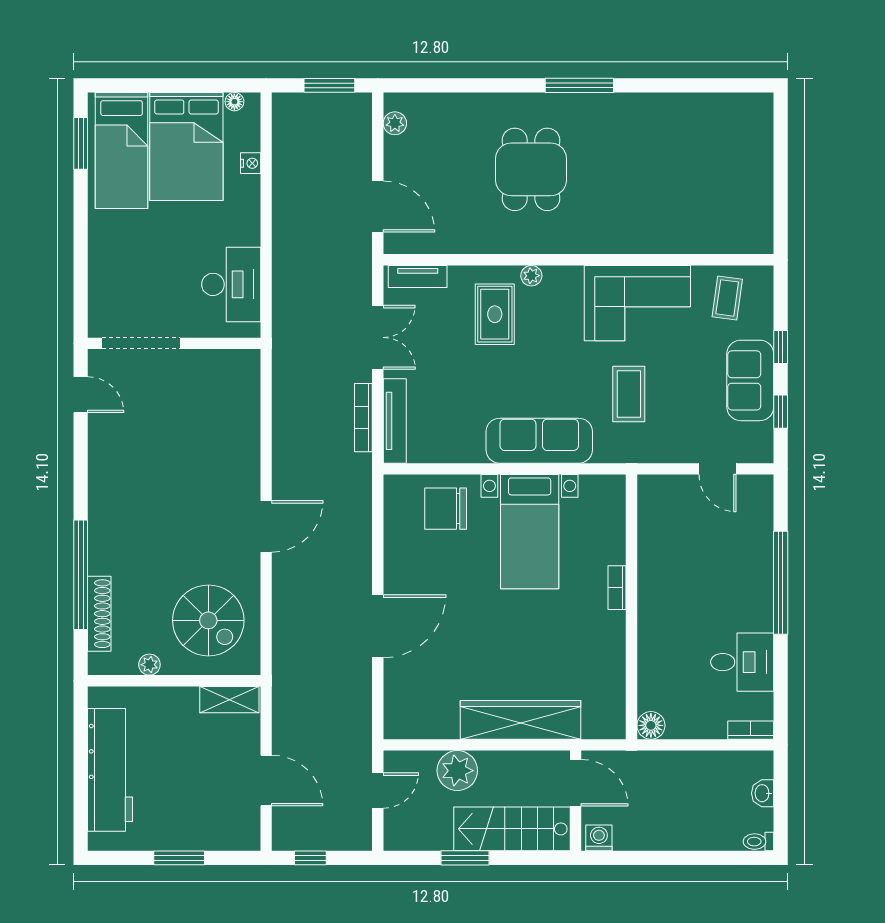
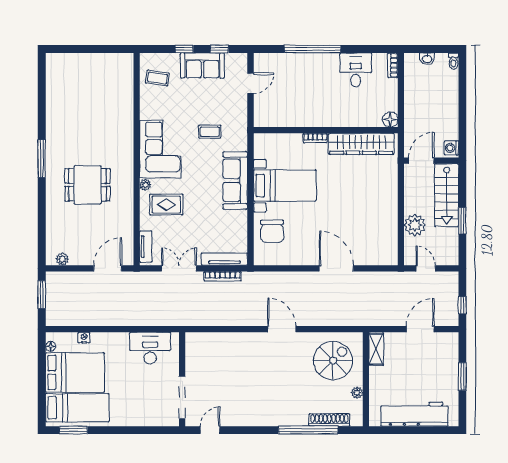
corner sofa: (637, 303) -> (160, 149), moved
coffee table: (629, 394) -> (210, 132), width x0.73, depth x0.77
wardrobe: (520, 720) -> (361, 144), moved, turned -90

